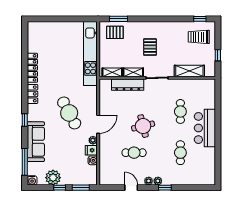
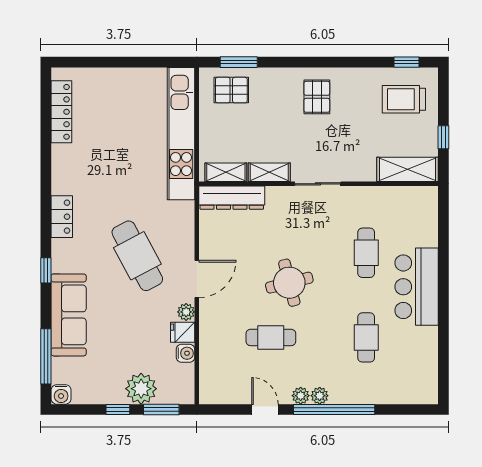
pallet: (150, 47) -> (317, 97), moved
locker: (32, 68) -> (61, 112), moved
shelving: (189, 71) -> (407, 169), moved
dresser: (128, 85) -> (232, 198), moved
plant: (53, 178) -> (141, 389), moved
window: (165, 188) -> (334, 410), width x3.17

